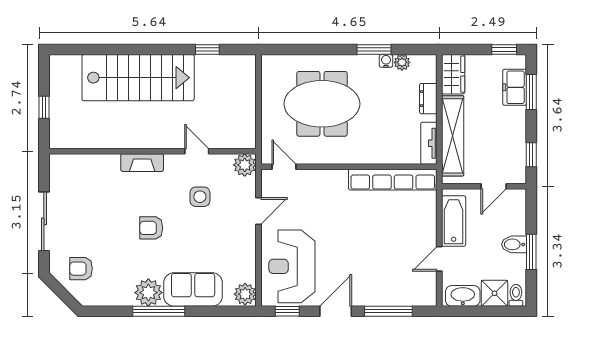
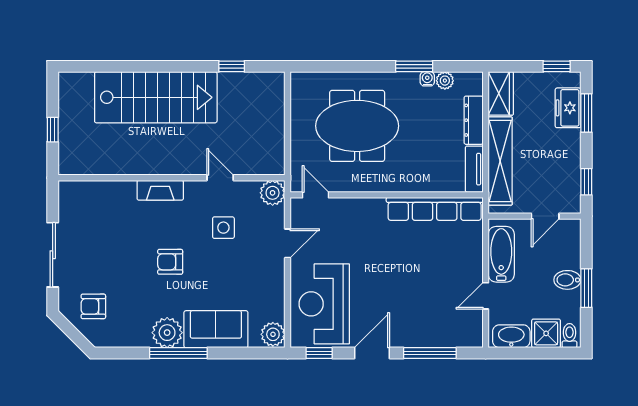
dresser: (428, 99) -> (474, 120), width x1.44

